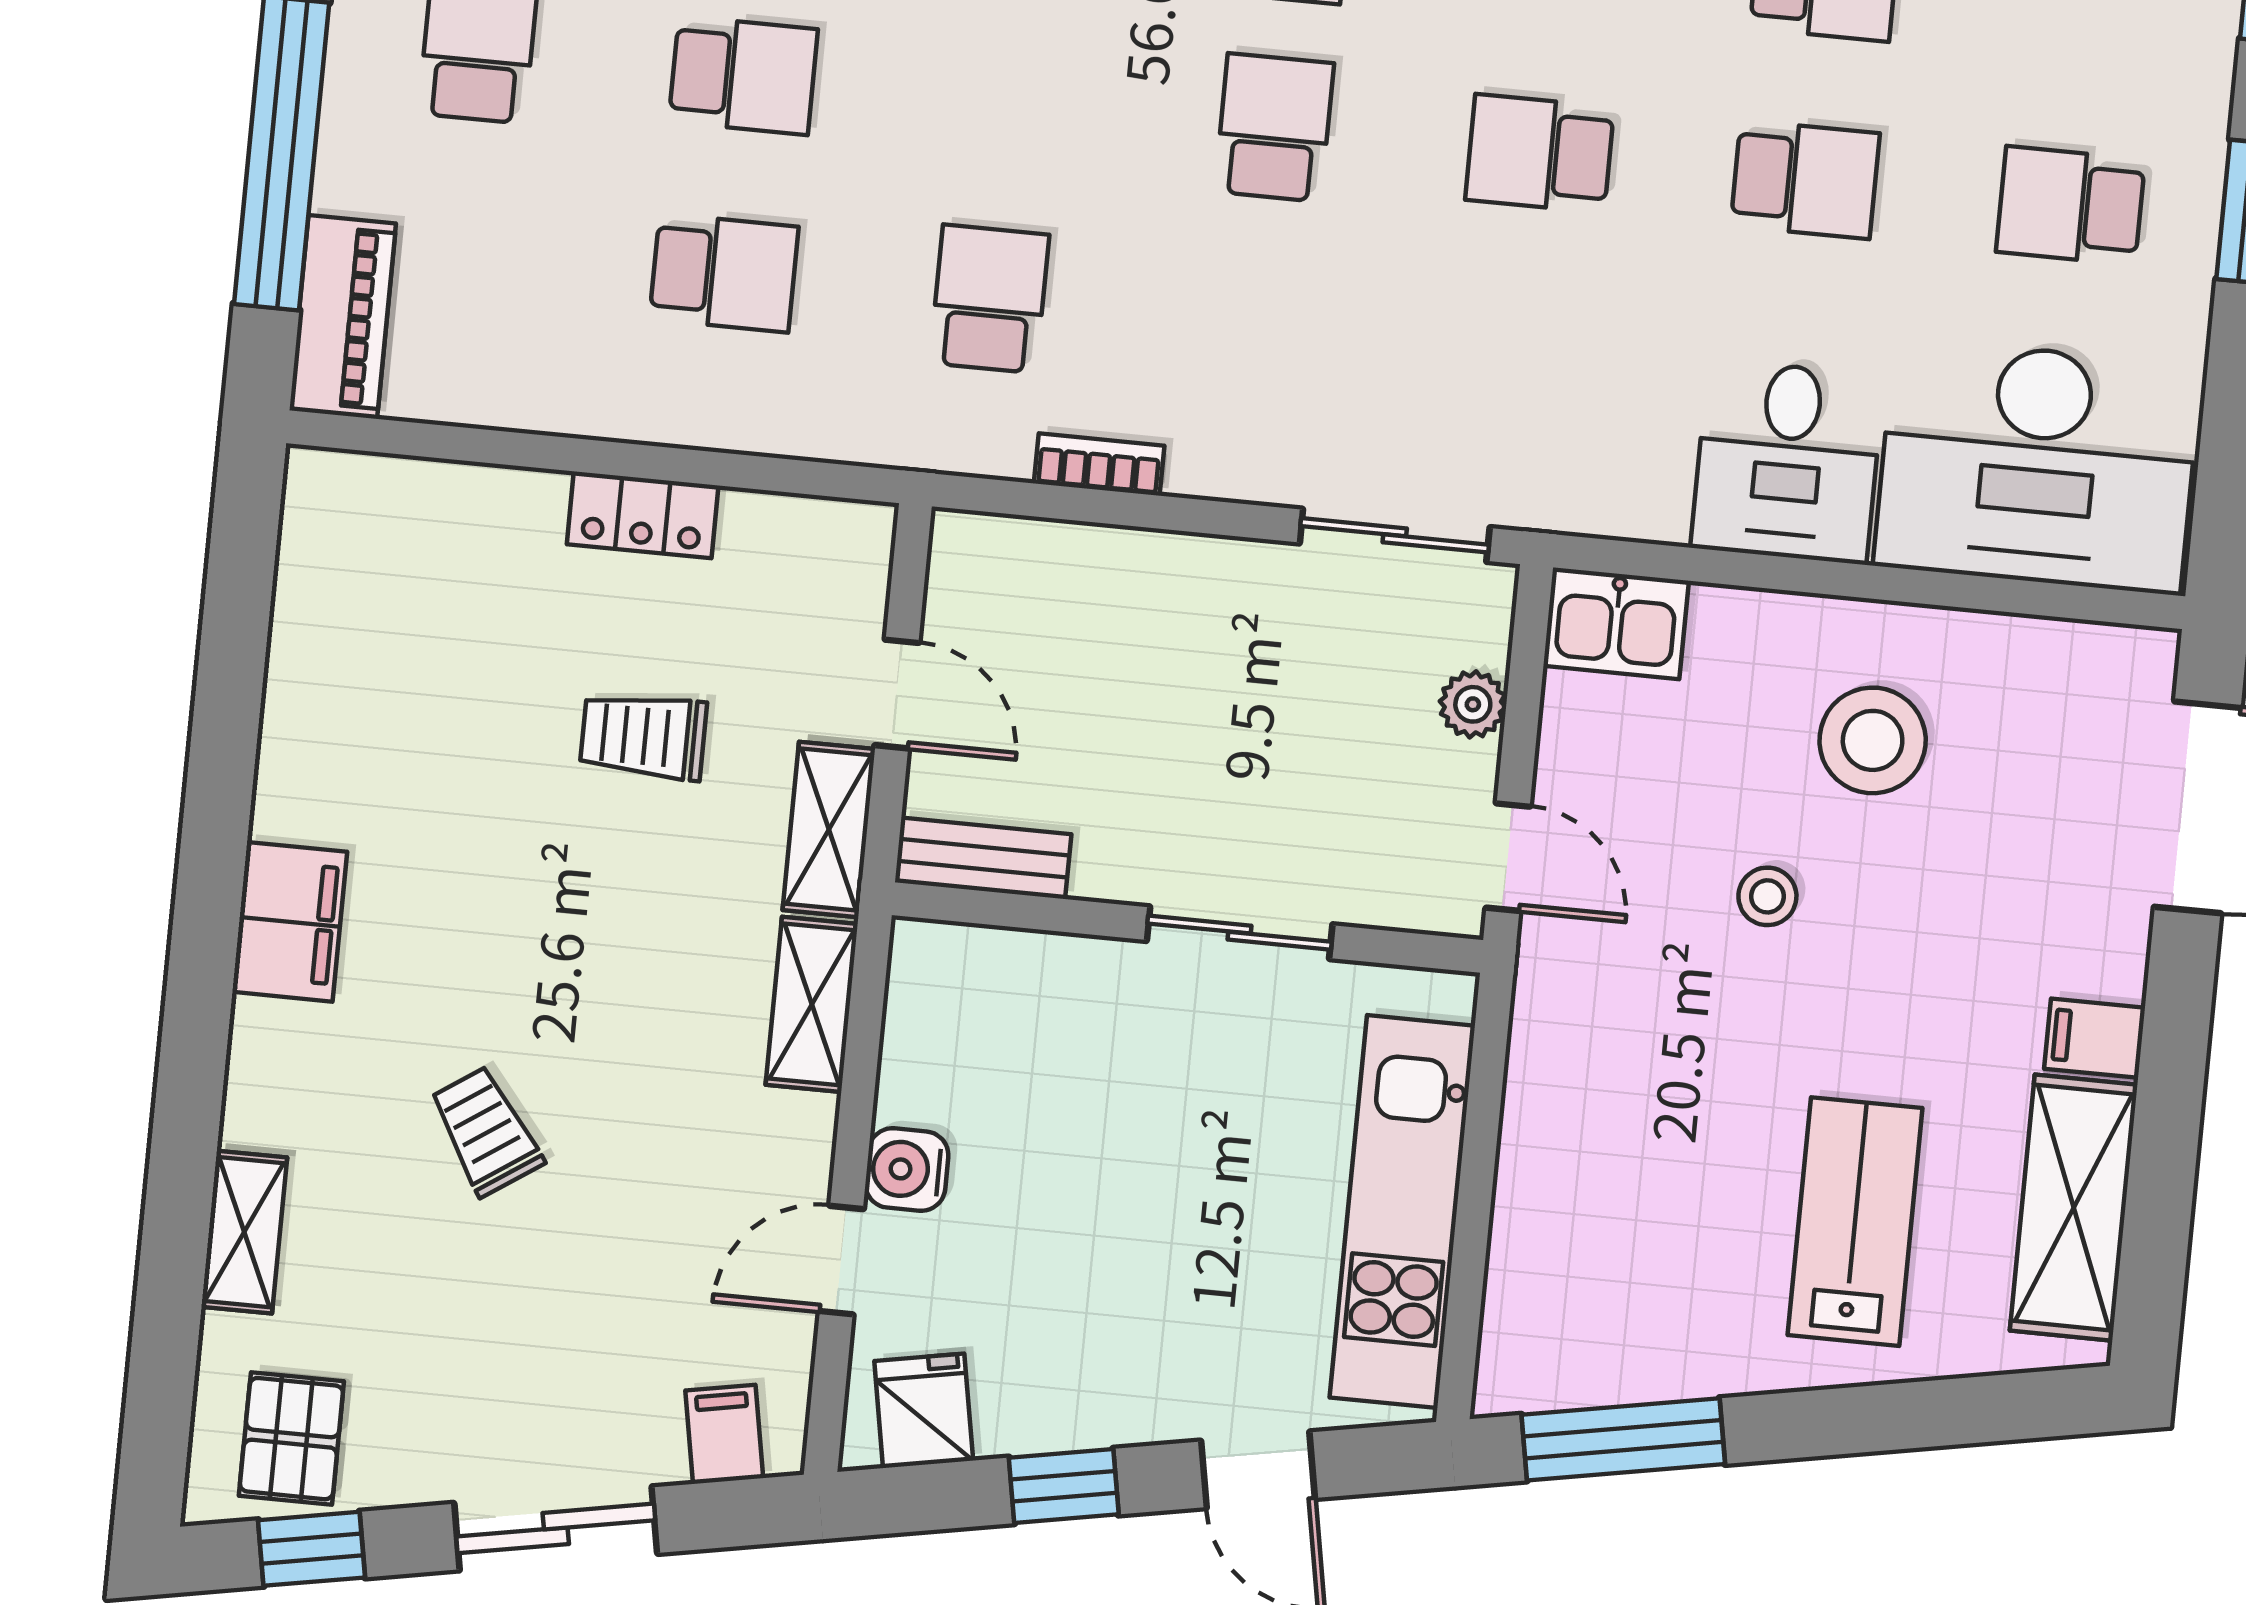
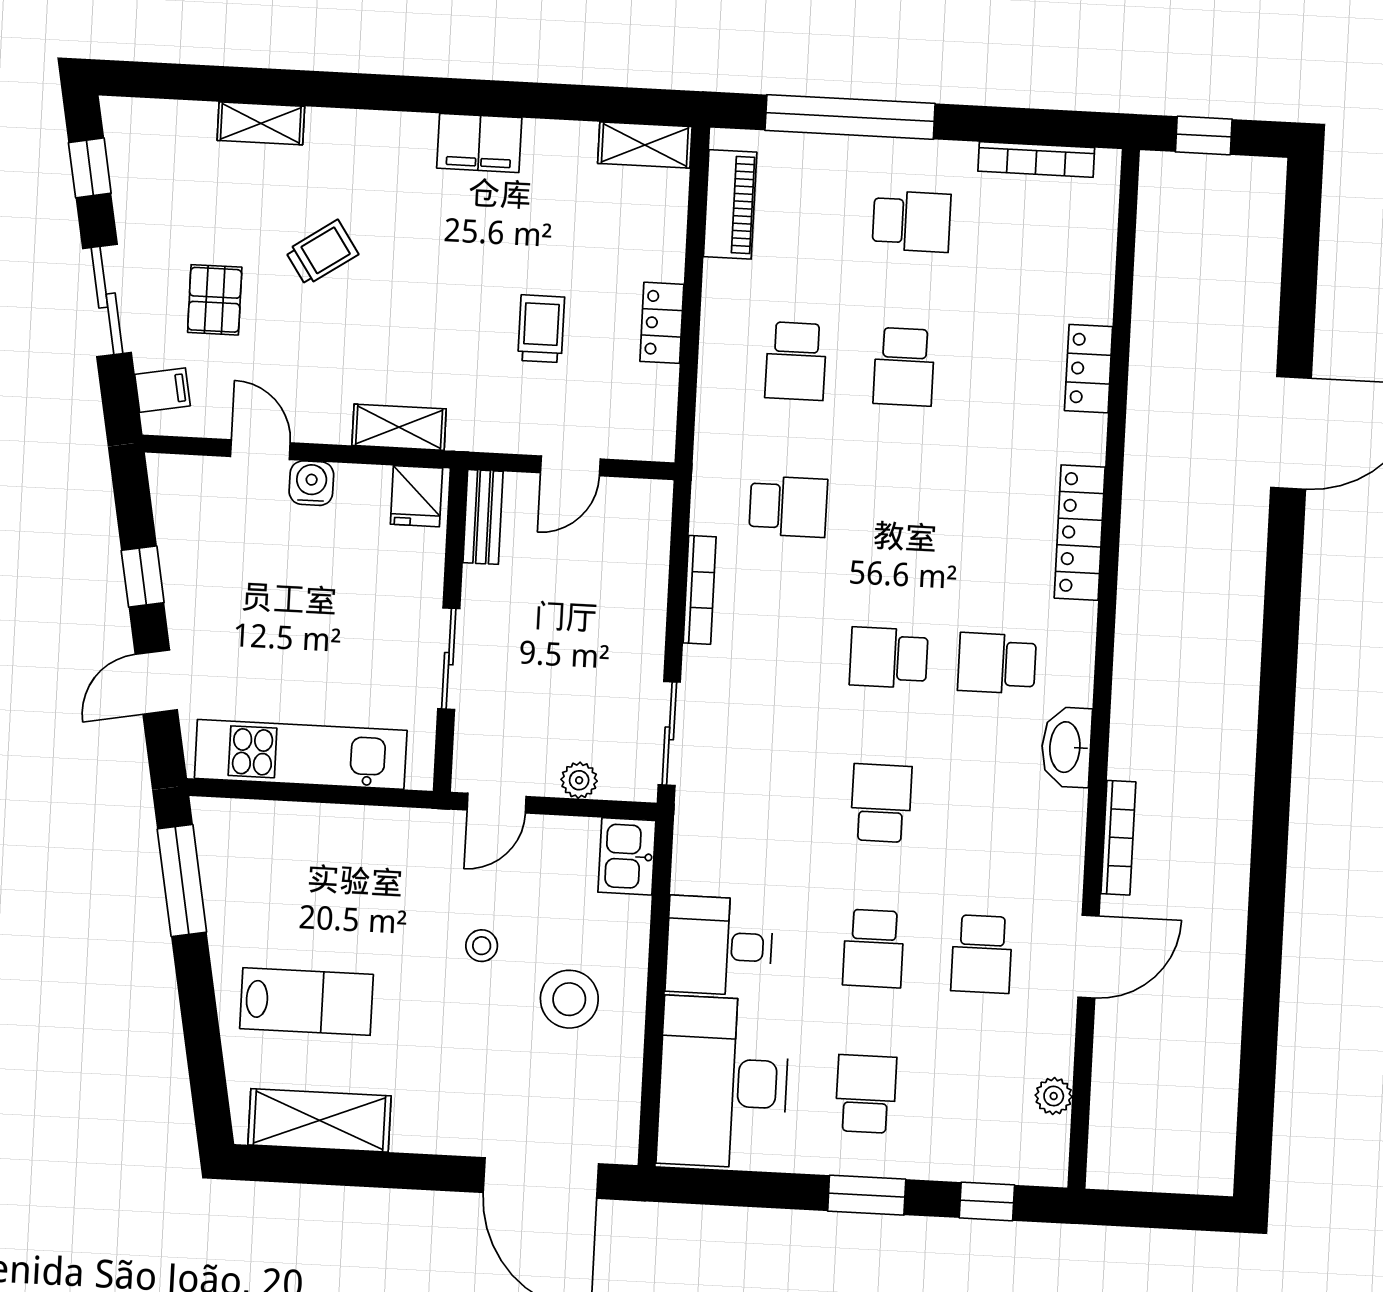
school desk: (1274, 127) -> (889, 658), turned 180
piano: (343, 317) -> (730, 204), moved, turned -90
bookcase: (1099, 464) -> (700, 590), width x1.56
shelving: (829, 829) -> (645, 145), moved
filing cabinet: (290, 922) -> (479, 143), moved
filing cabinet: (2095, 1038) -> (412, 1128), removed
fridge: (924, 1411) -> (416, 496), moved, turned 100
pallet: (291, 1439) -> (215, 300), moved, turned 90

